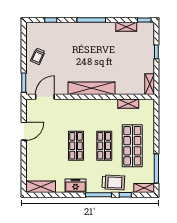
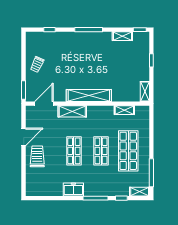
trolley: (113, 182) -> (37, 156), moved, turned -93
shelving: (41, 187) -> (72, 111), moved

